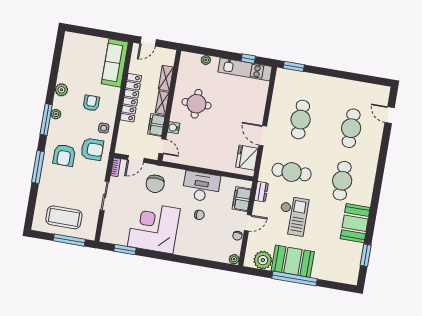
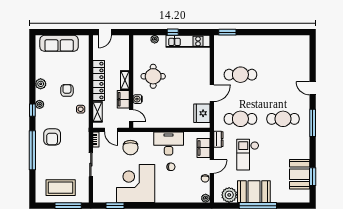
window: (248, 59) -> (173, 32), moved
sofa: (115, 63) -> (59, 43), moved, turned -90
shelving: (166, 78) -> (97, 112), moved
door: (390, 115) -> (313, 88), moved
window: (46, 119) -> (32, 110), width x0.46
cafe table: (301, 120) -> (240, 75), turned 90
cafe table: (351, 128) -> (283, 75), removed
door: (263, 136) -> (212, 93), swing flipped
armchair: (92, 149) -> (74, 128), removed
door: (136, 159) -> (111, 130), hinge flipped
window: (38, 167) -> (32, 150), width x1.46
cafe table: (342, 181) -> (283, 119), turned 90
window: (377, 192) -> (313, 123), added
checkout: (293, 216) -> (248, 155), turned 180
booth: (355, 223) -> (300, 174), moved

